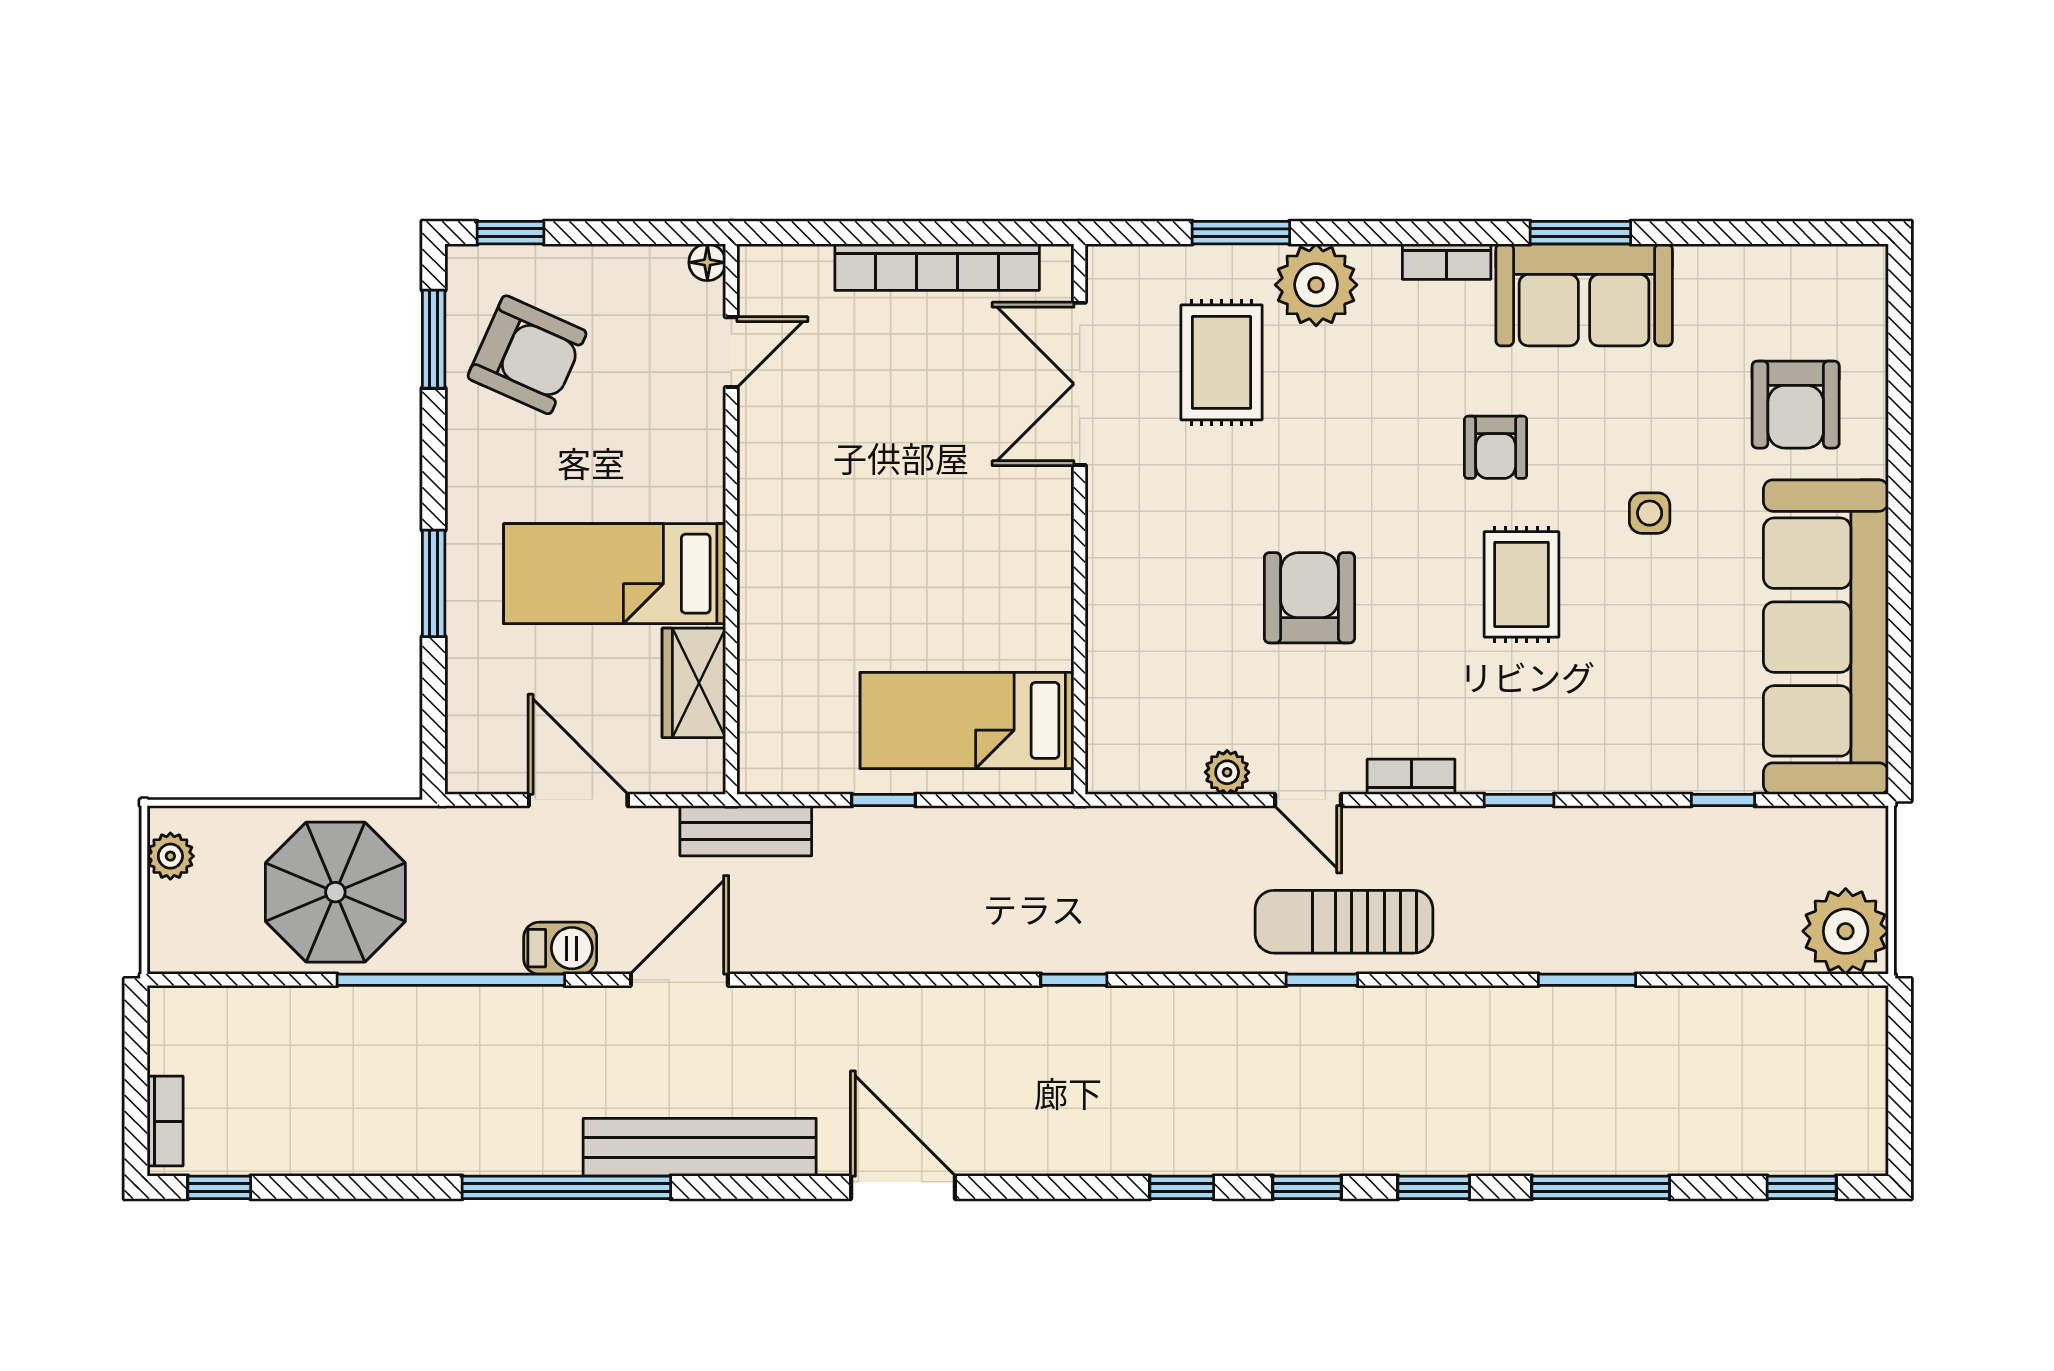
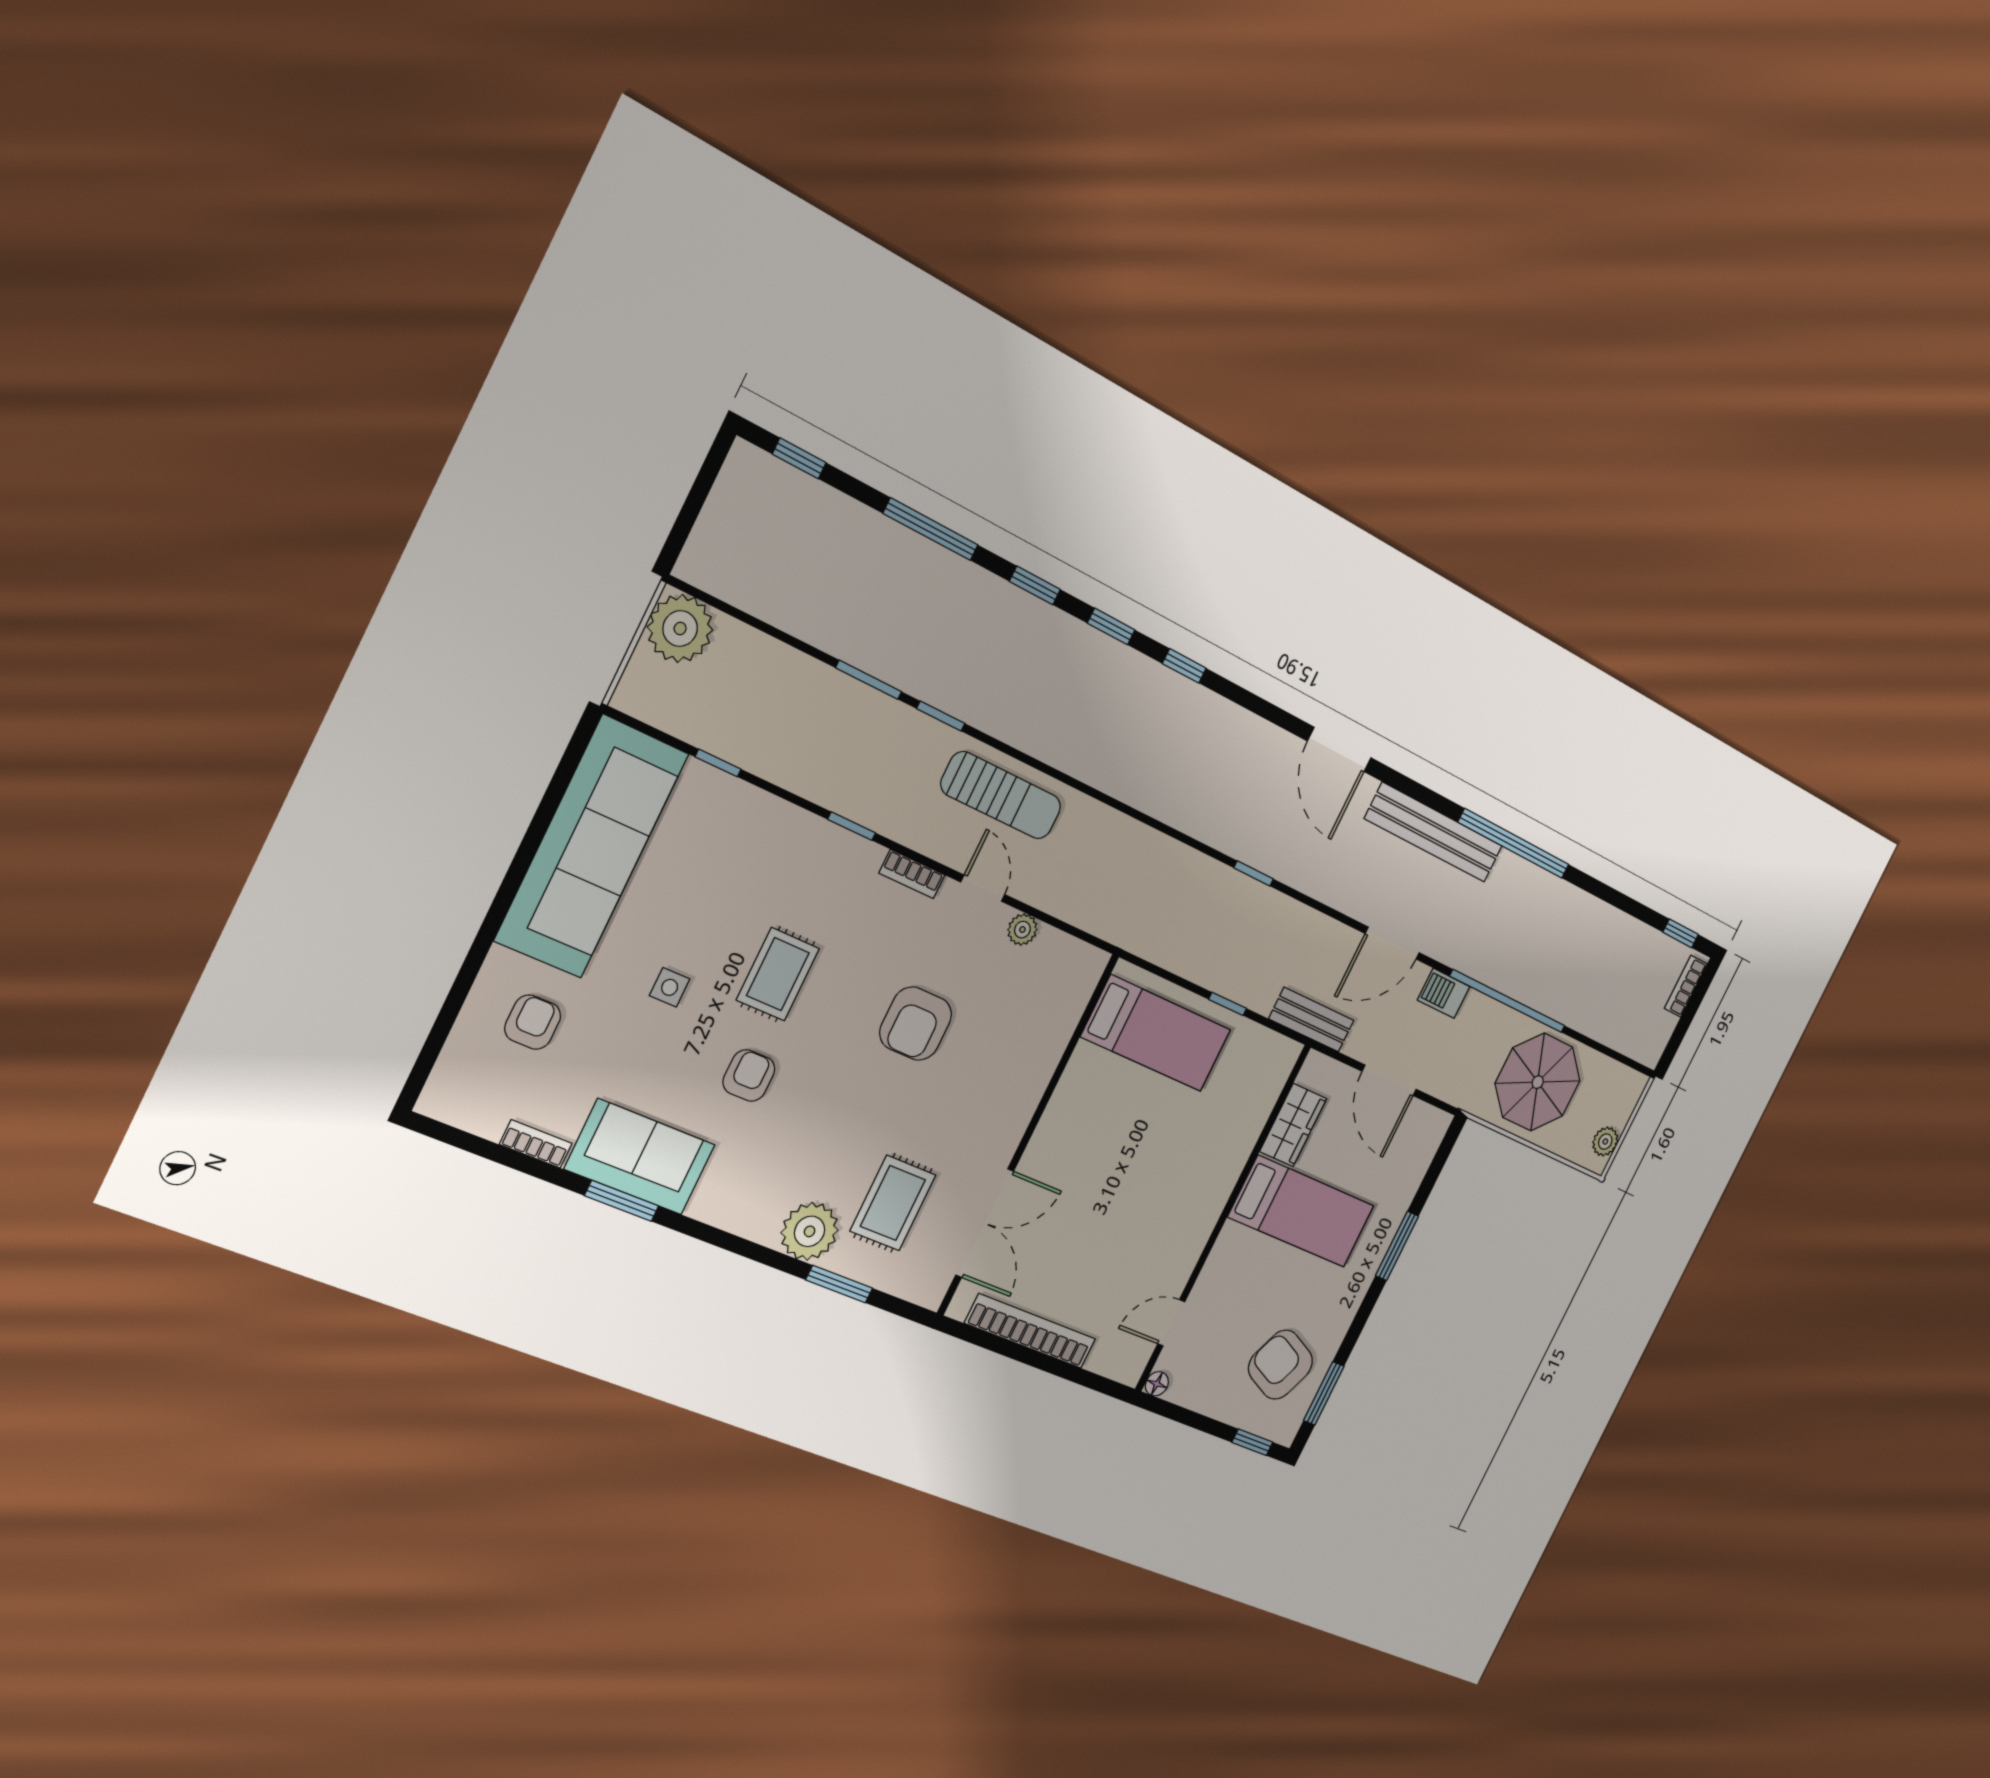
bookcase: (1447, 262) -> (536, 1144), moved
armchair: (1796, 405) -> (533, 1022), width x0.72, depth x0.72
window: (1074, 980) -> (1254, 873), moved
window: (1322, 980) -> (941, 716), moved

